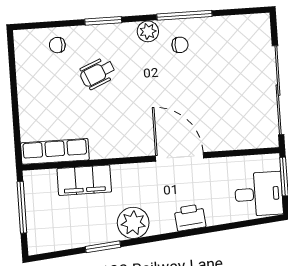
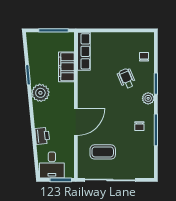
plant: (148, 31) -> (148, 98), moved
coffee table: (230, 106) -> (103, 152), added
printer: (190, 218) -> (42, 136), moved

